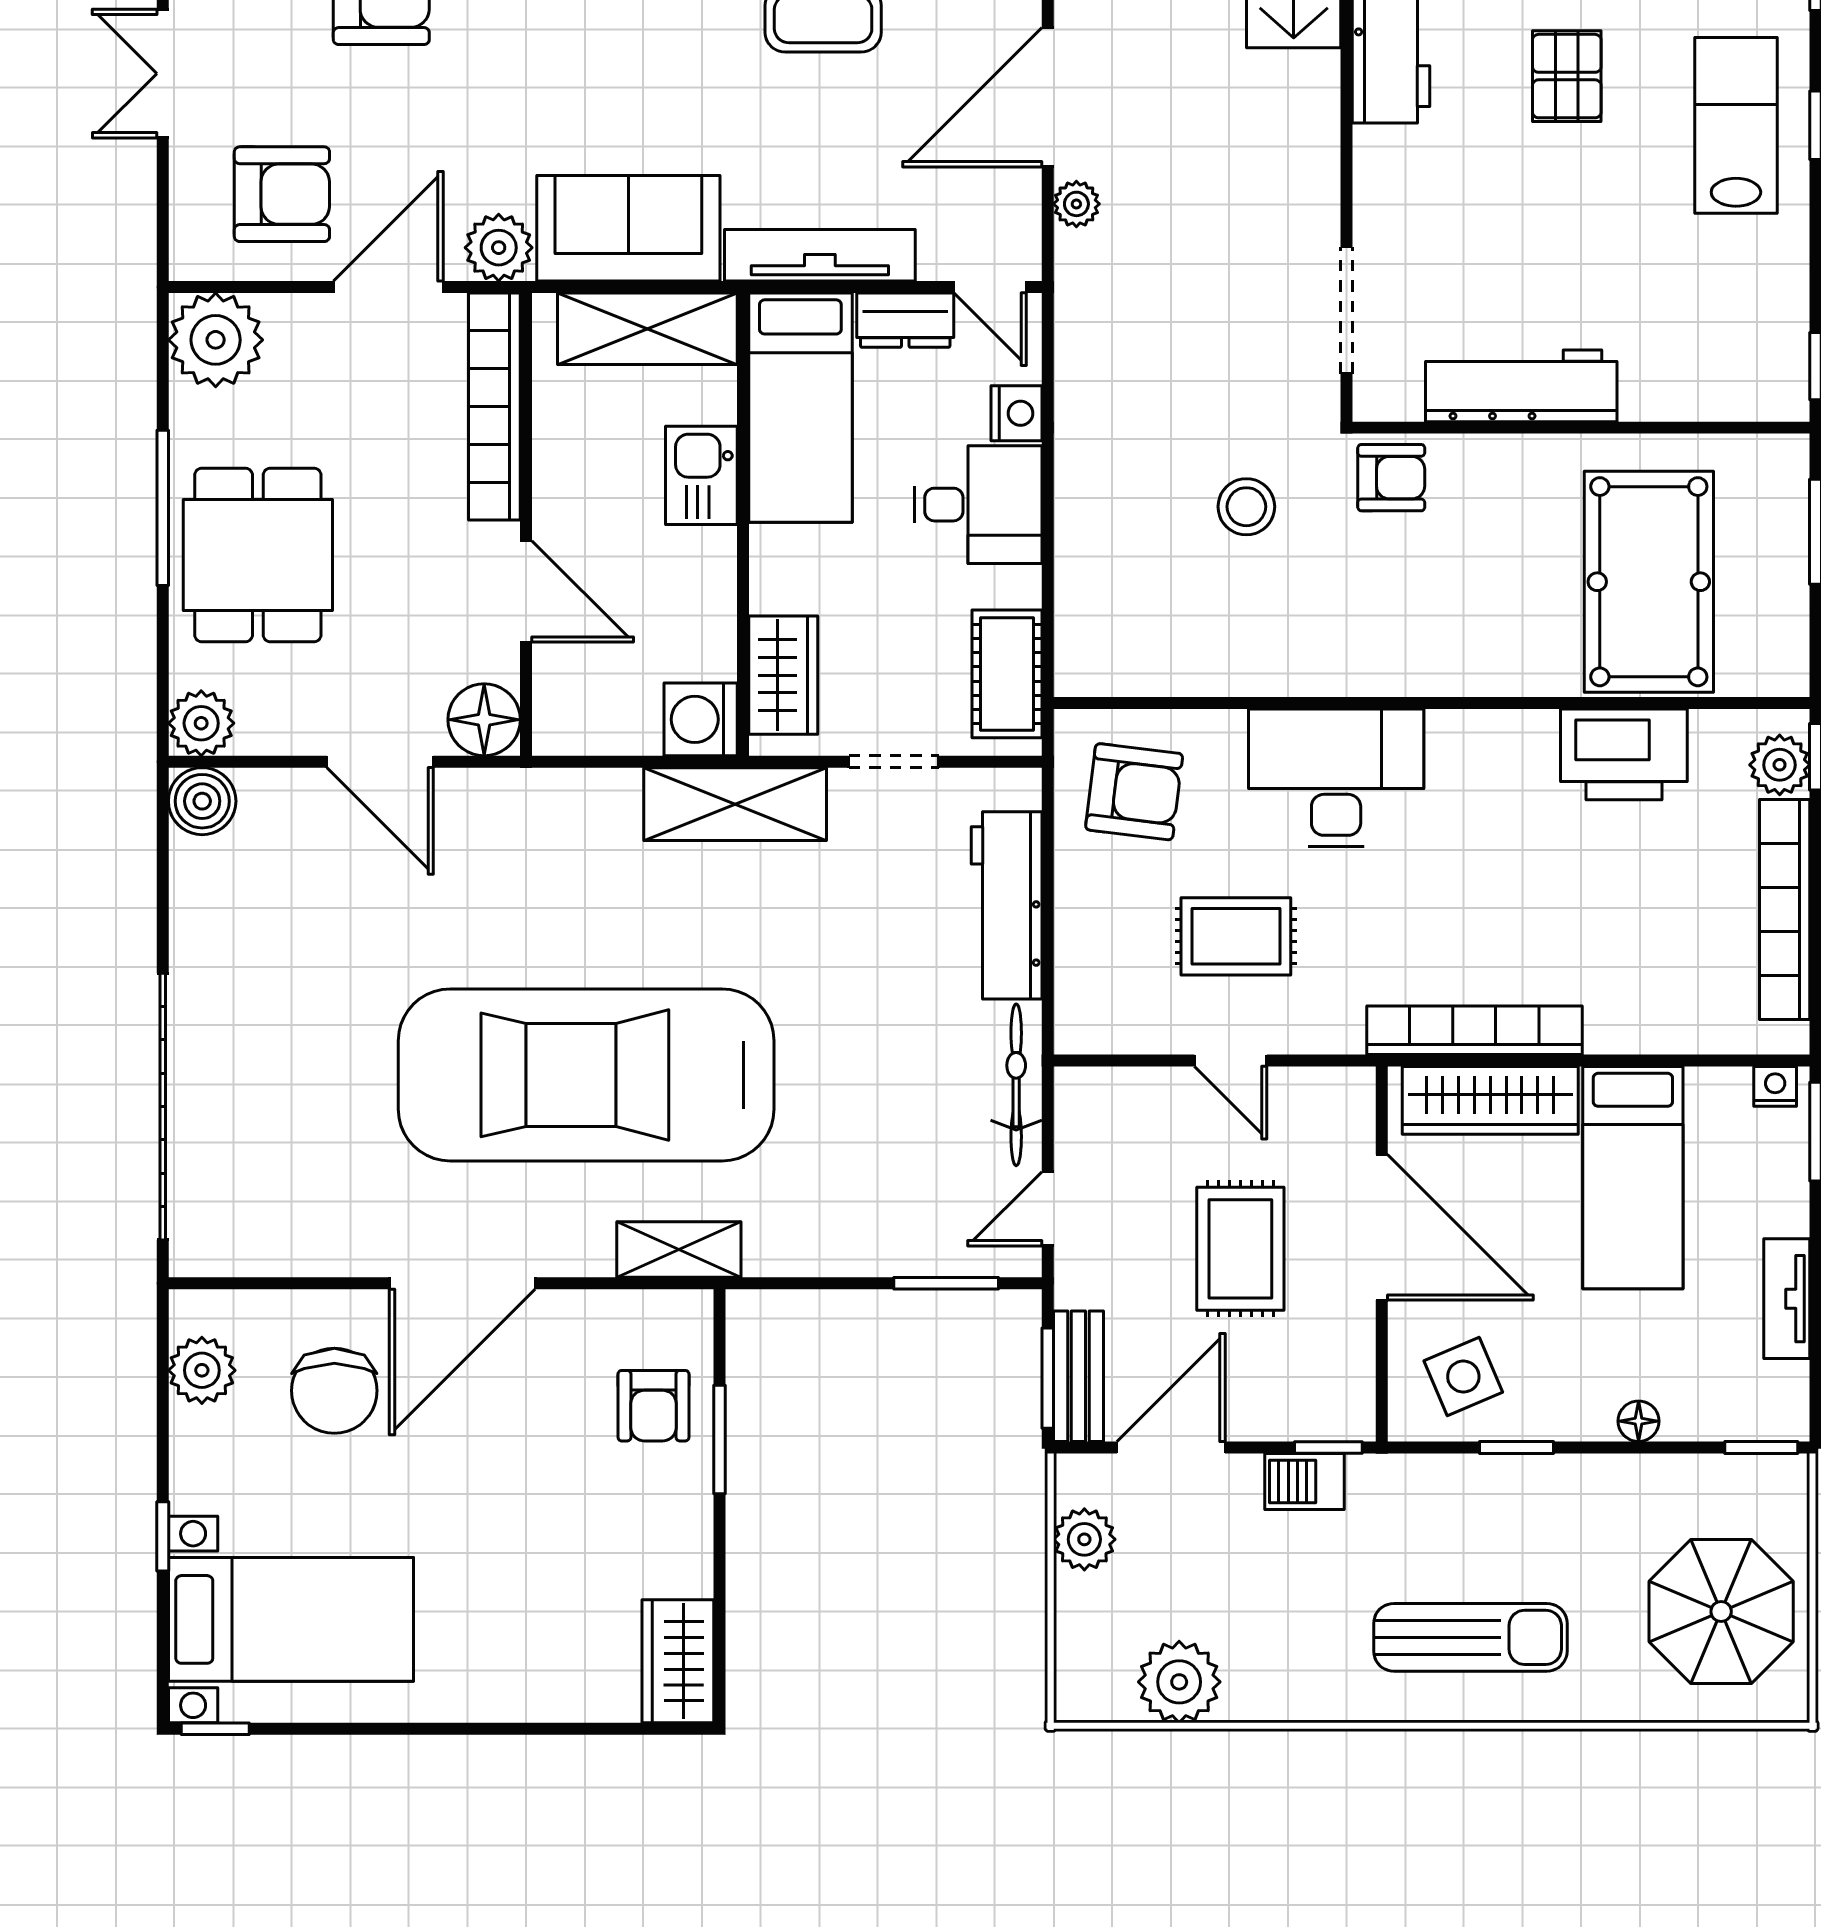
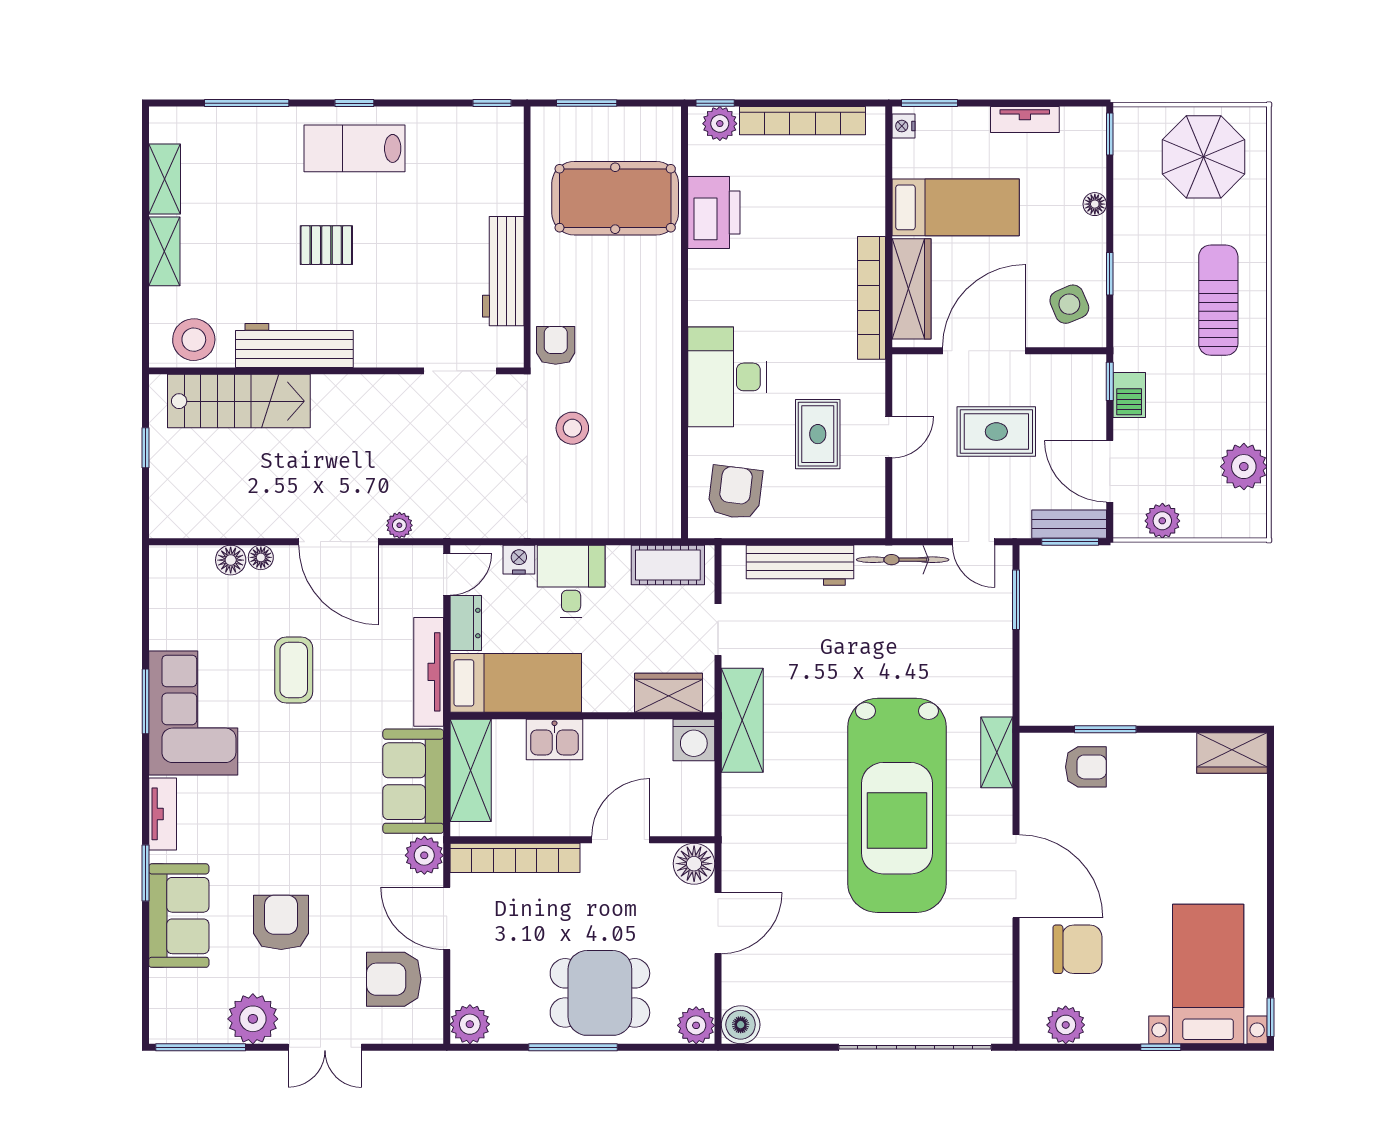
armchair: (282, 194) -> (394, 979), turned -90
plant: (216, 340) -> (470, 1024), width x0.73, depth x0.73

